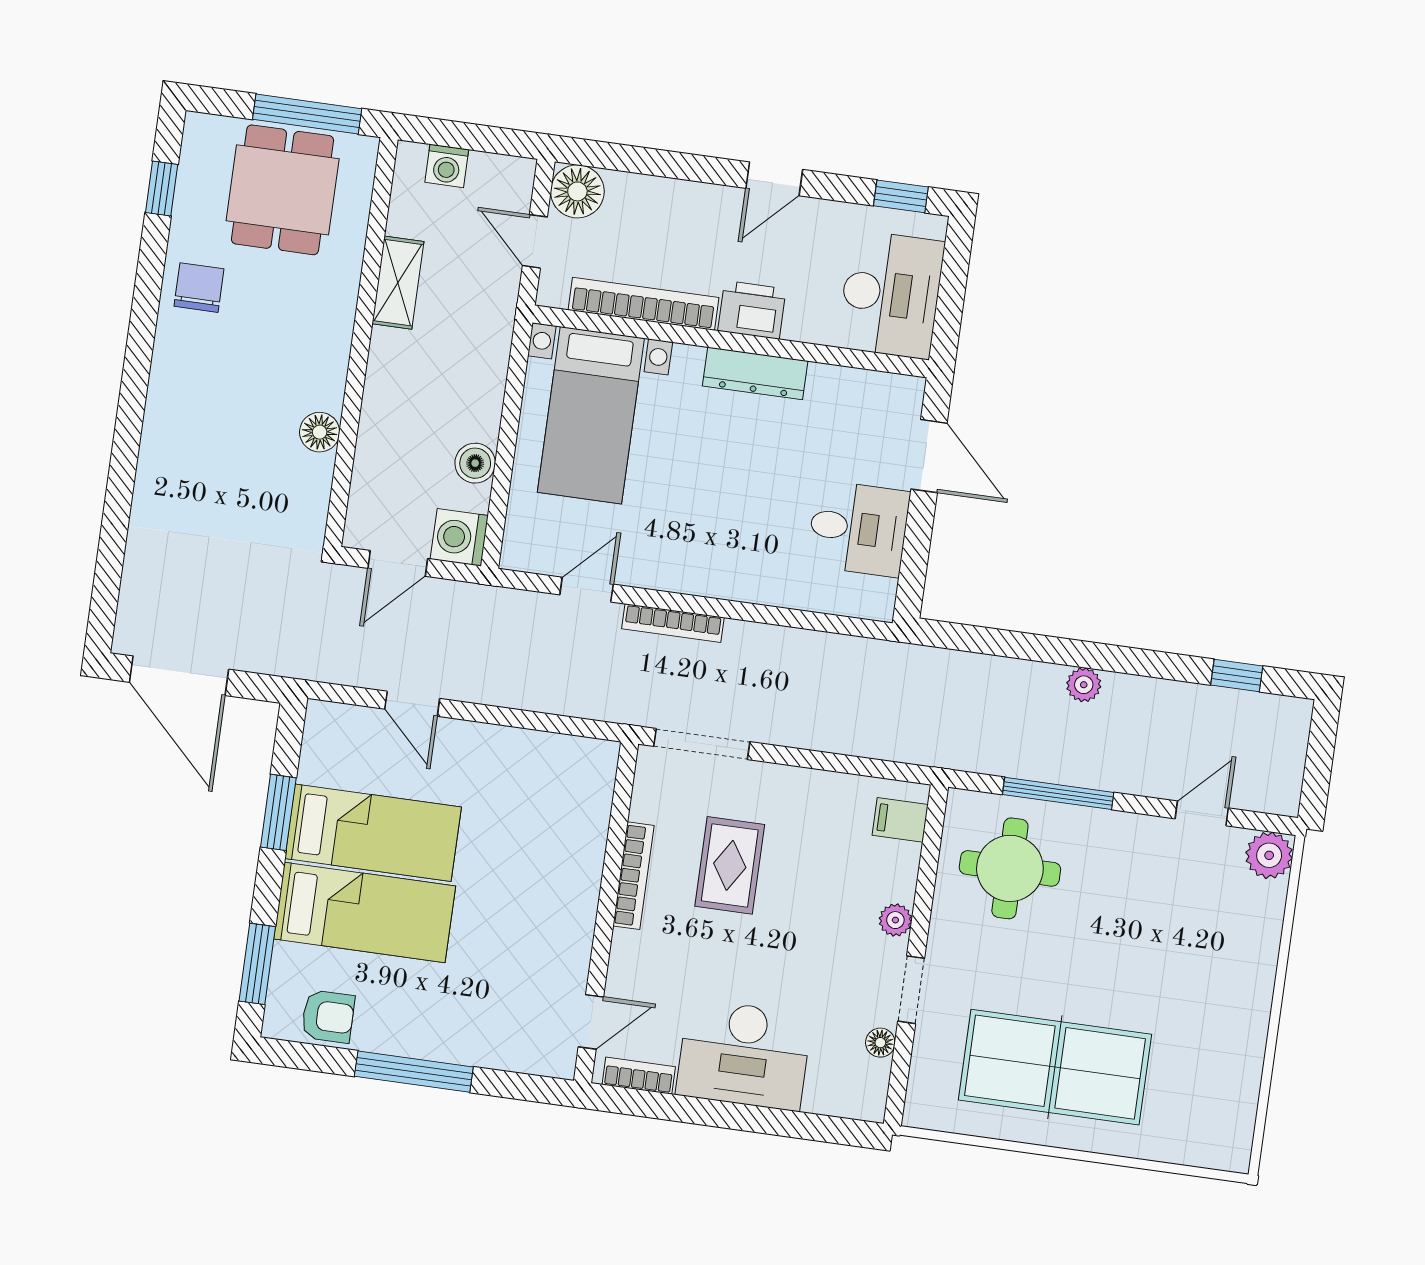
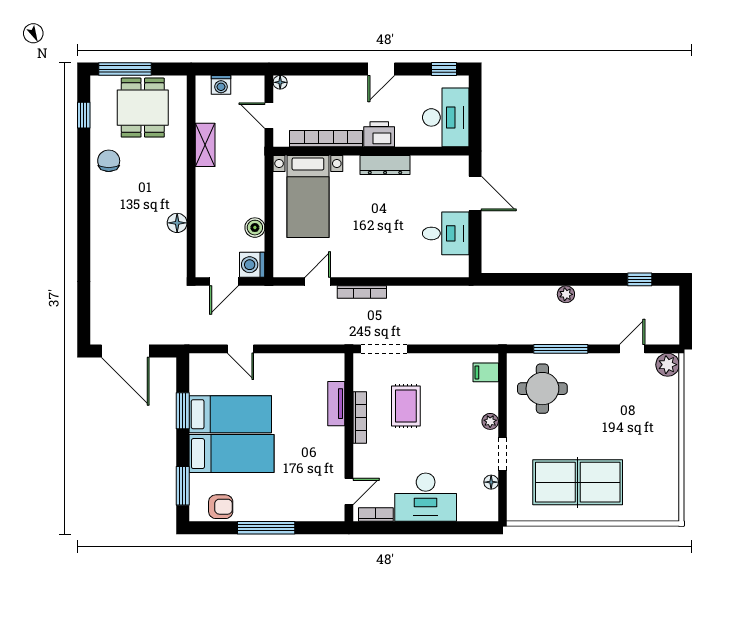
window: (307, 114) -> (125, 69), moved
floor lamp: (577, 191) -> (280, 82), width x0.53, depth x0.53
tv unit: (590, 841) -> (336, 404), added

